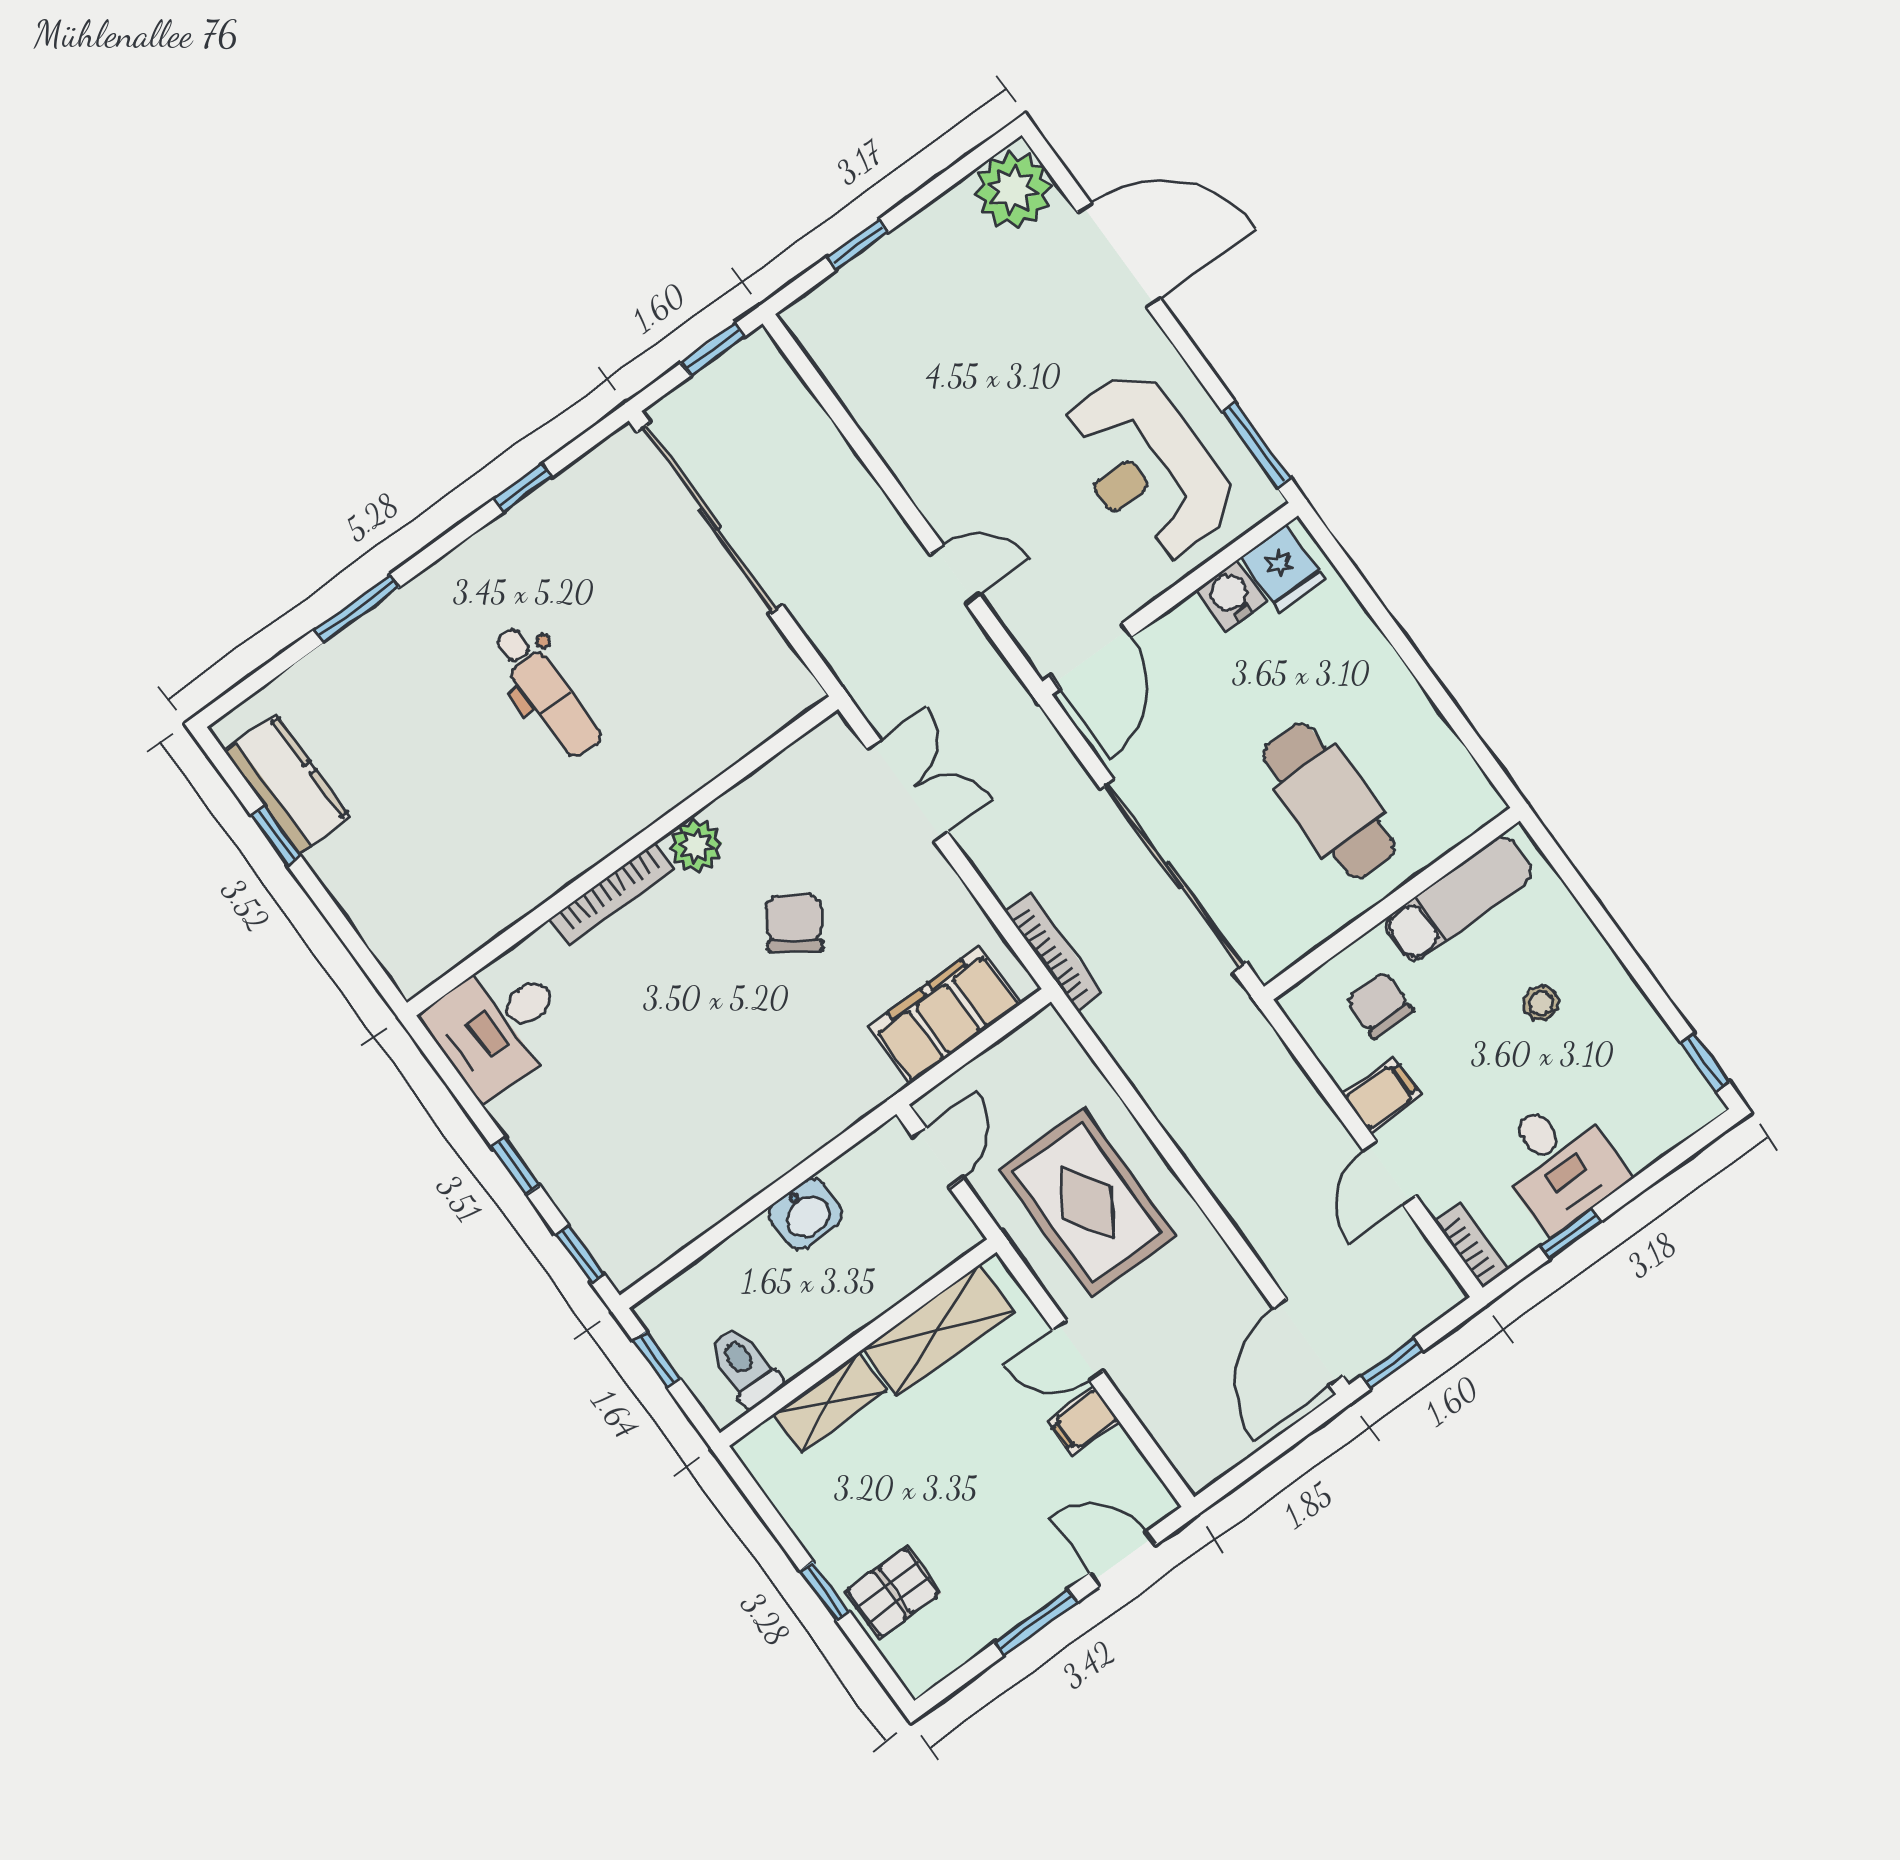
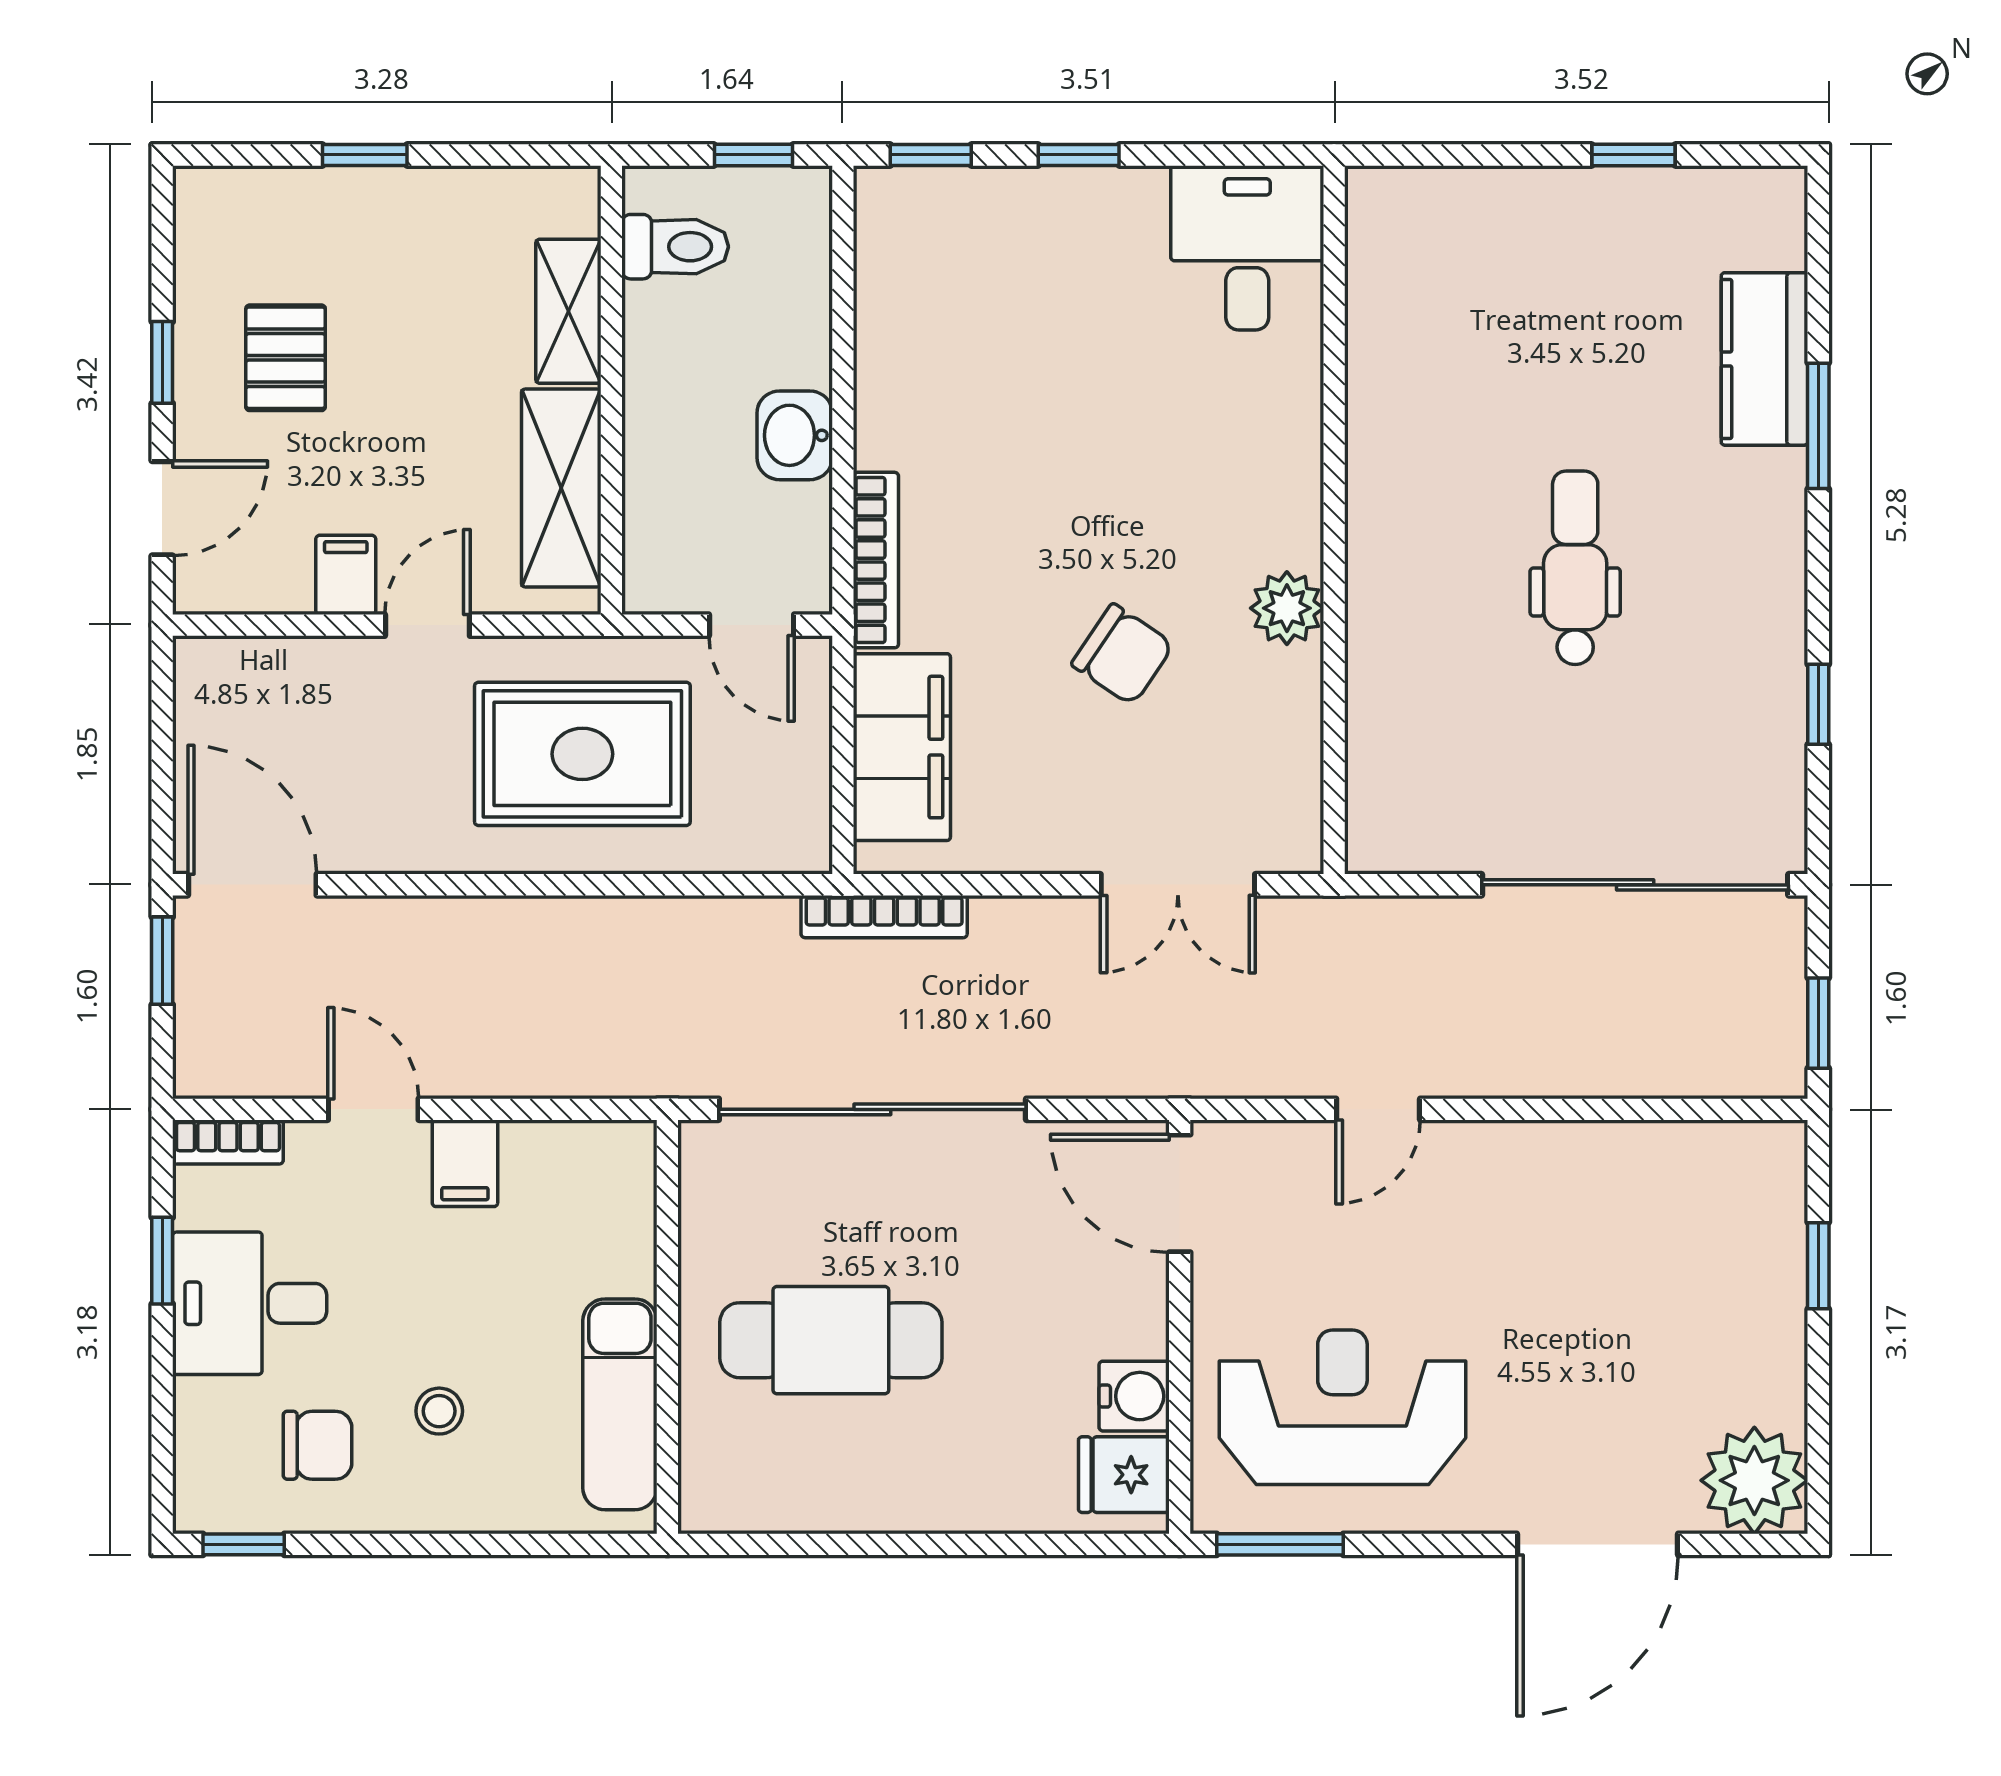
dental chair: (547, 692) -> (1575, 568), turned 90
kitchen counter: (287, 784) -> (1764, 359), moved, turned 90
bookcase: (612, 894) -> (876, 560), moved, turned 180
chair: (1379, 1005) -> (318, 1445), moved
pallet: (893, 1593) -> (286, 358), moved
window: (1036, 1622) -> (162, 362), width x0.67

